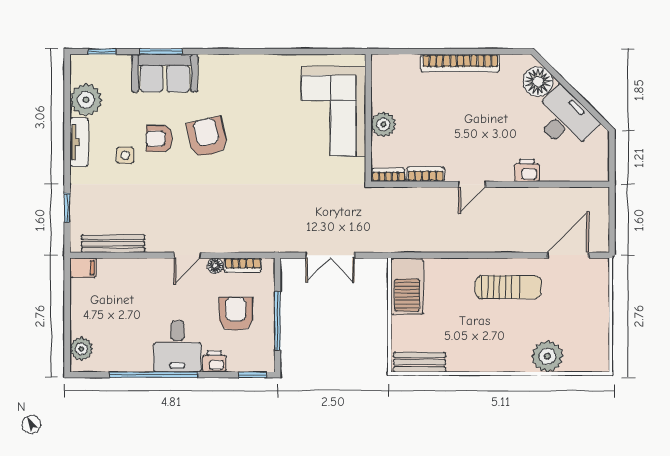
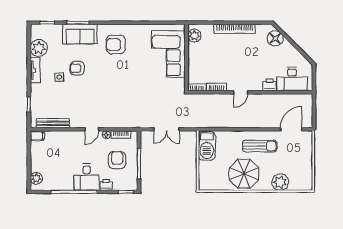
desk: (565, 119) -> (292, 79), moved, turned 135
plant: (383, 124) -> (194, 36), moved
armchair: (207, 137) -> (116, 45), moved, turned -77
parasol: (478, 340) -> (244, 174), added
bench: (419, 362) -> (213, 185), removed

